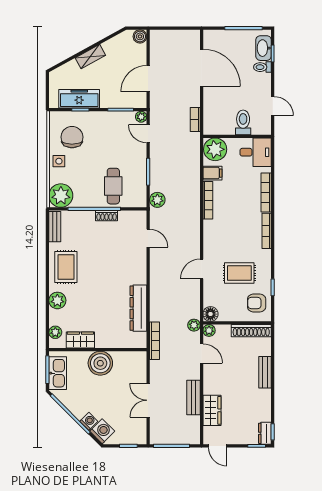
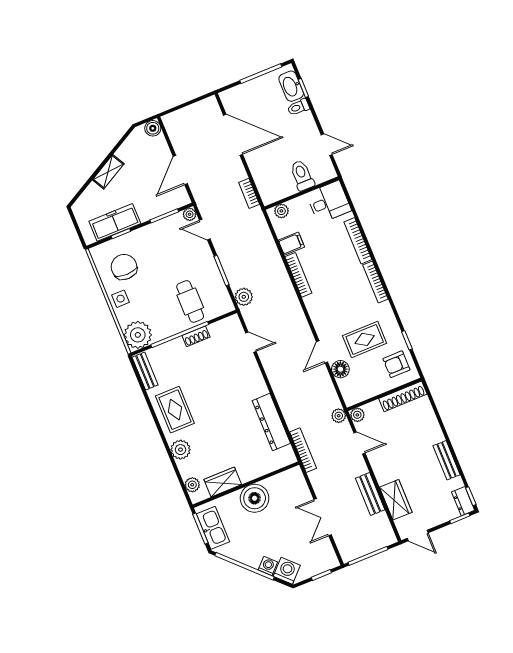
plant: (215, 149) -> (281, 211), width x0.53, depth x0.53
floor lamp: (210, 314) -> (340, 369), moved
bench: (265, 372) -> (447, 460), moved

